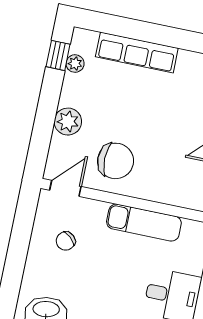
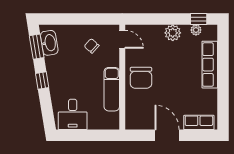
plant: (68, 122) -> (173, 33), moved
chair: (116, 161) -> (141, 78), moved

